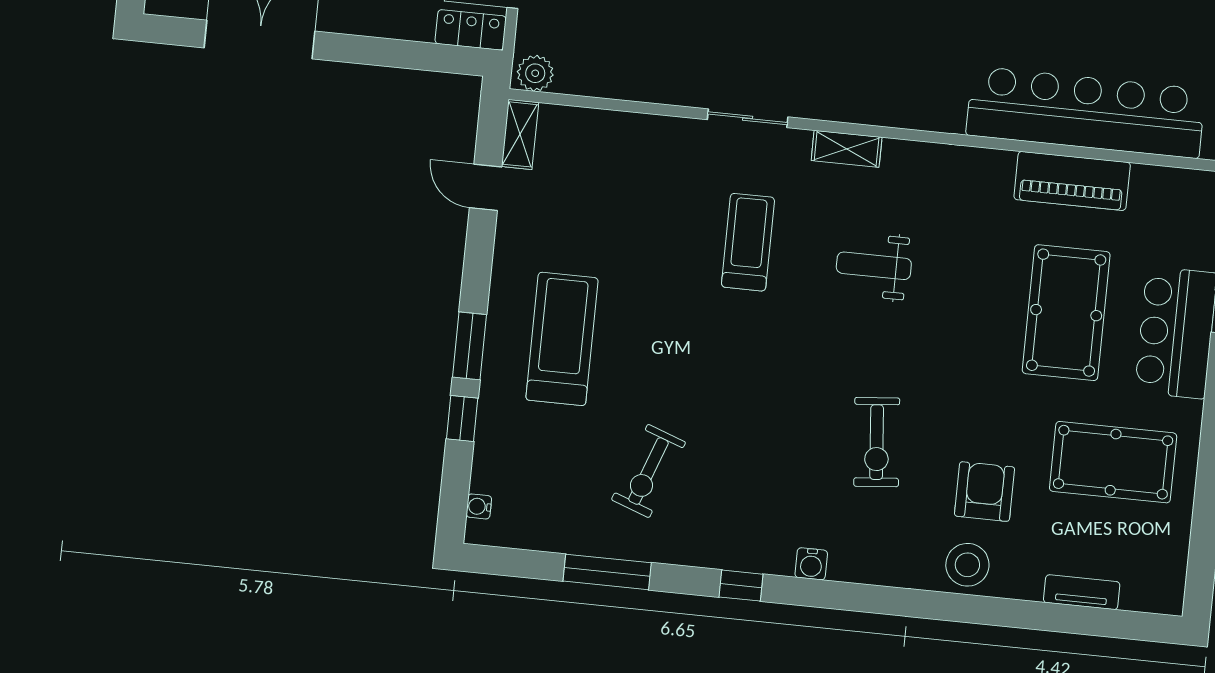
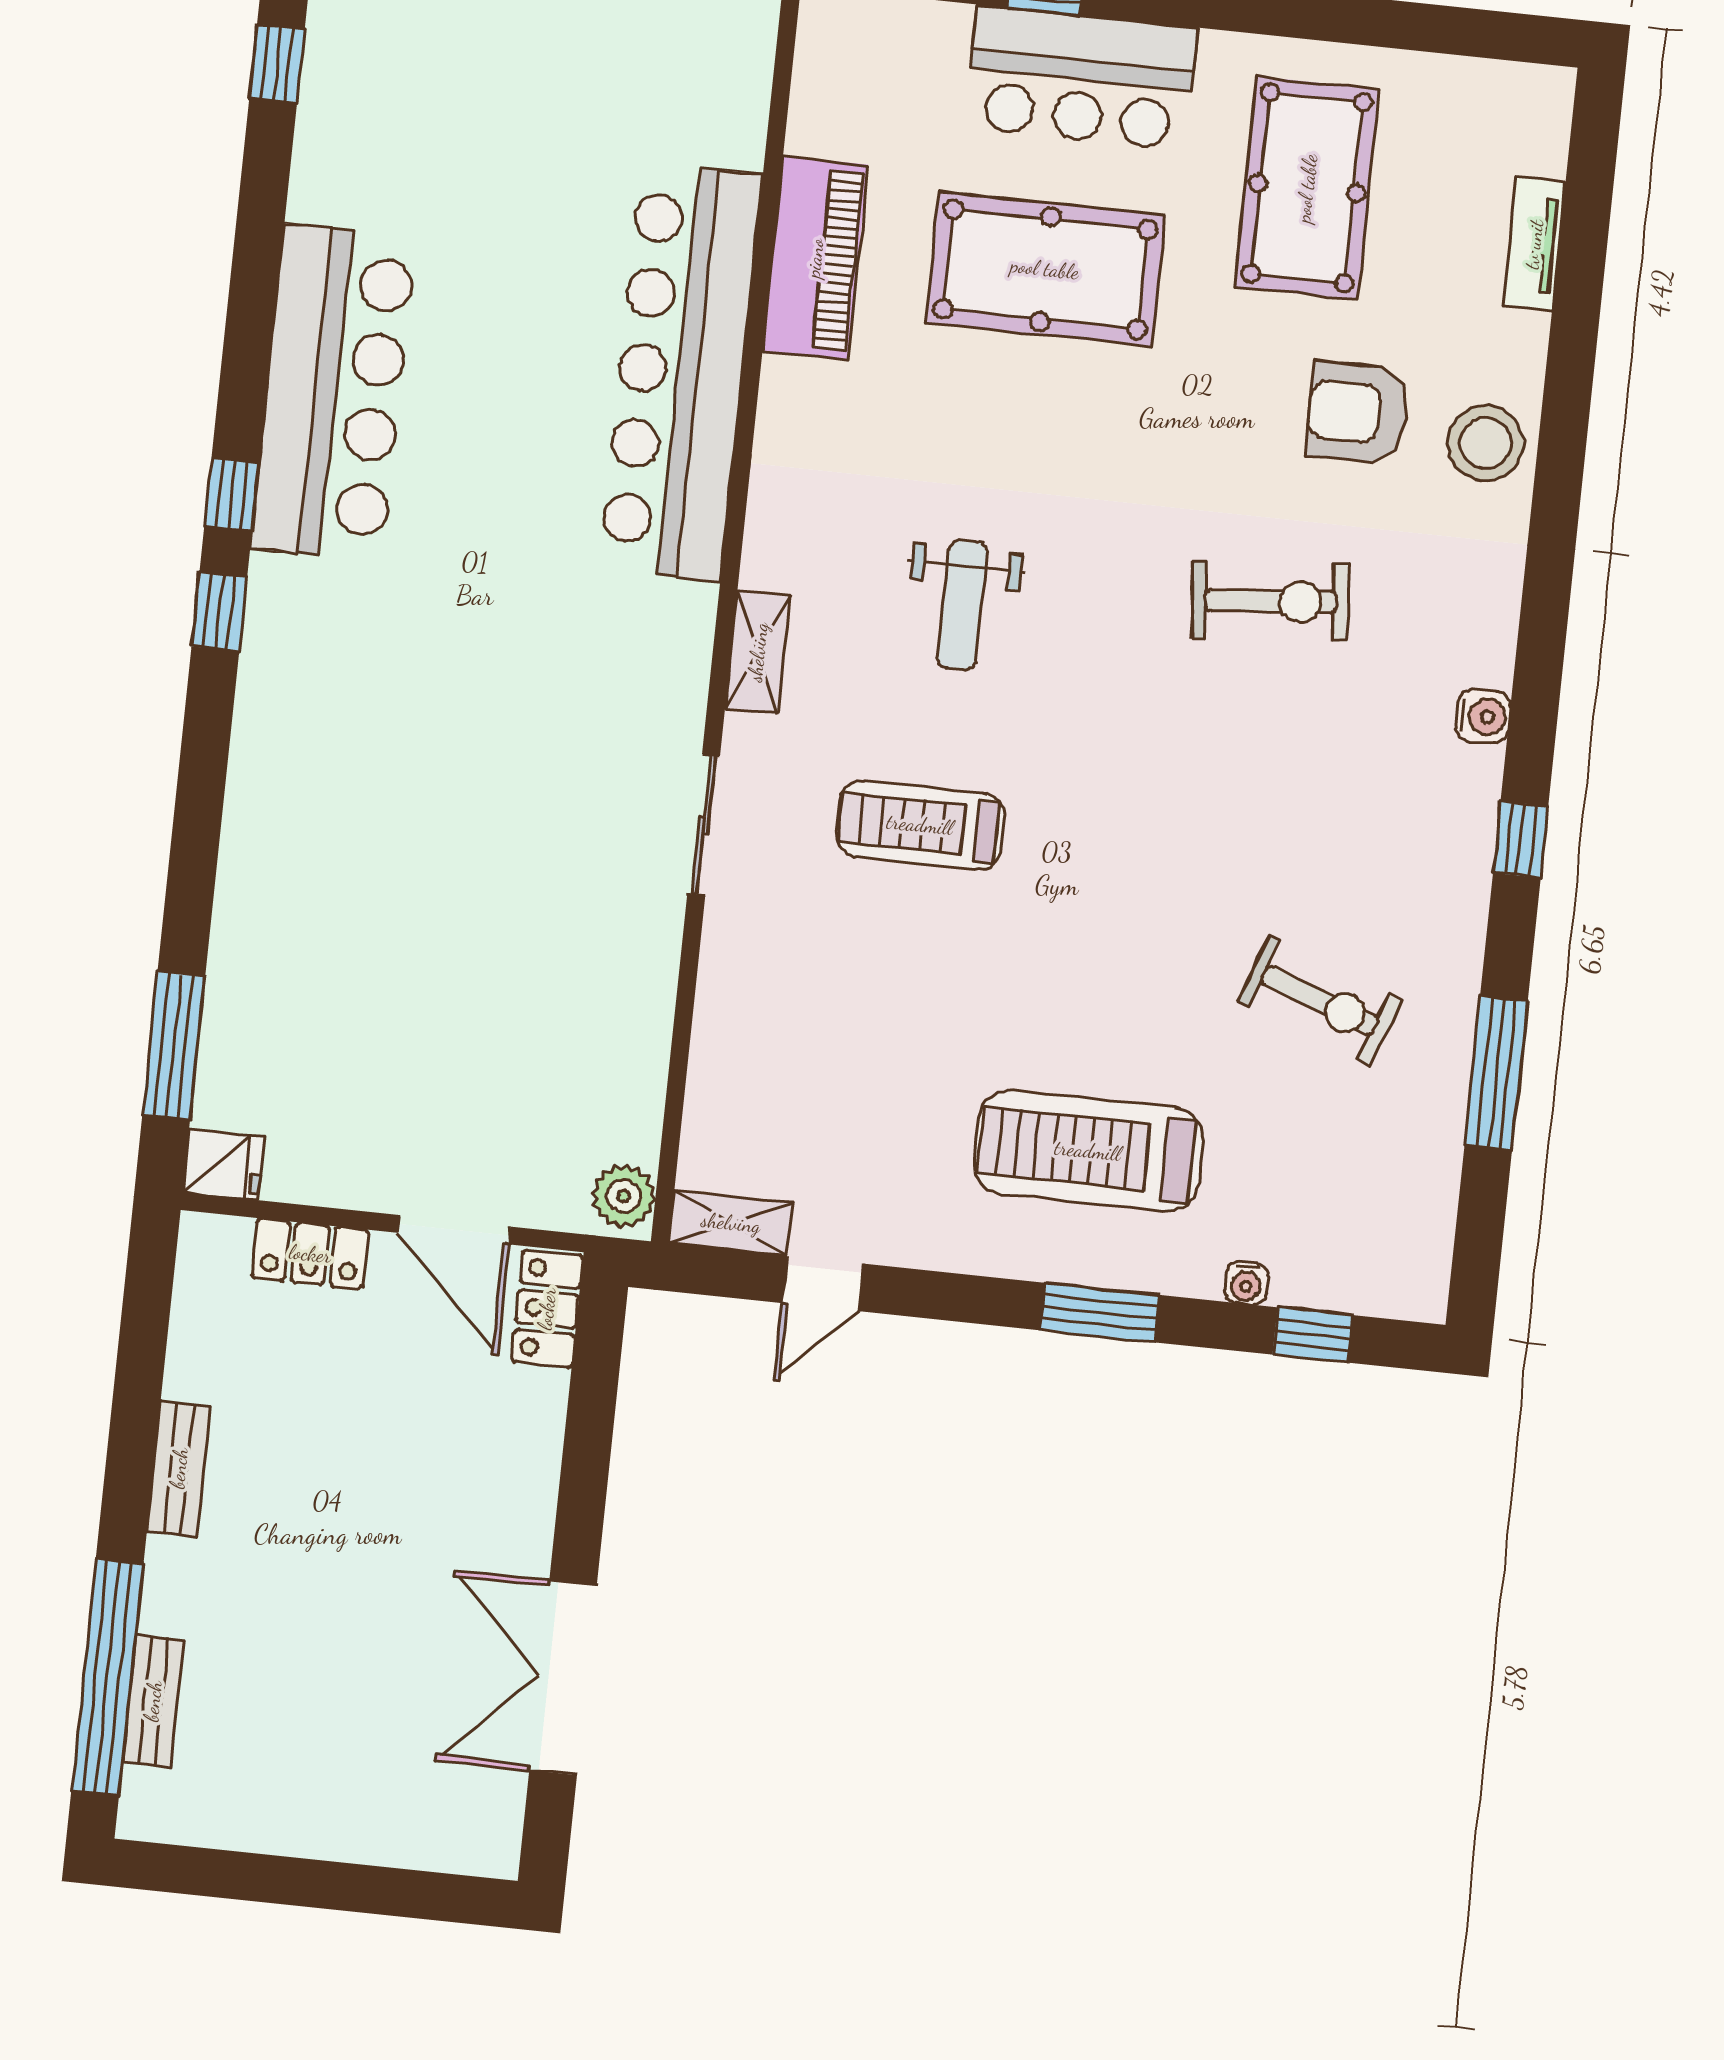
bar counter: (1086, 112) -> (681, 372), moved
window: (462, 419) -> (1313, 1335), moved
water cooler: (479, 506) -> (1246, 1283), moved

